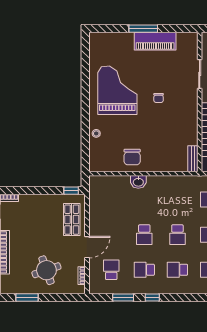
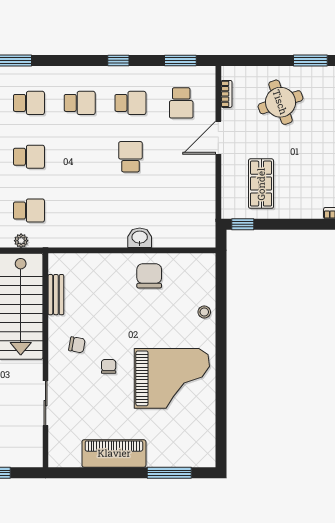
window: (143, 29) -> (169, 473), moved
grand piano: (117, 90) -> (172, 378), turned -90
chair: (179, 112) -> (77, 345), added
bench: (193, 159) -> (56, 295), moved
shop shelf: (72, 220) -> (261, 184), moved
school desk: (177, 235) -> (80, 157), removed
window: (123, 297) -> (180, 60), moved

